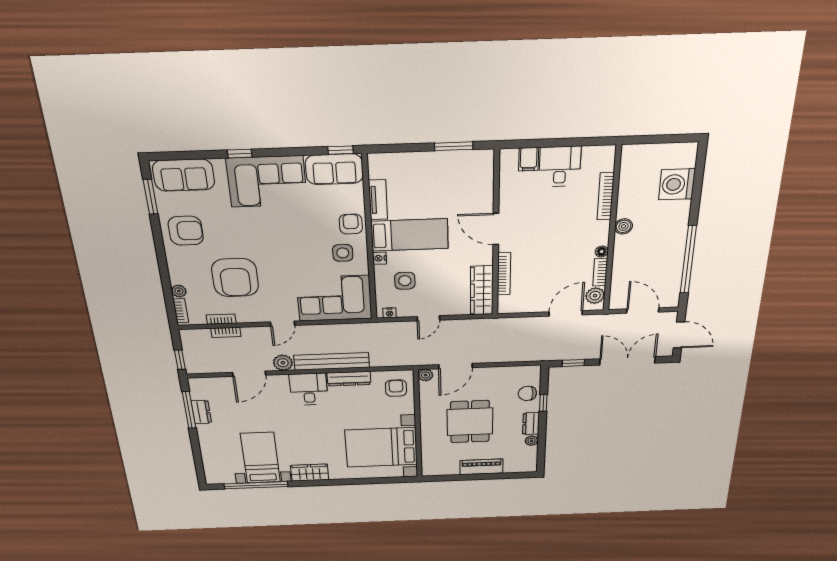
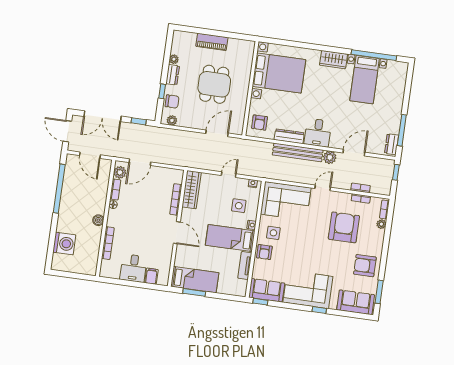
bed: (456, 166) -> (195, 280), added
plant: (426, 375) -> (172, 120), moved
dresser: (201, 412) -> (392, 144), moved

